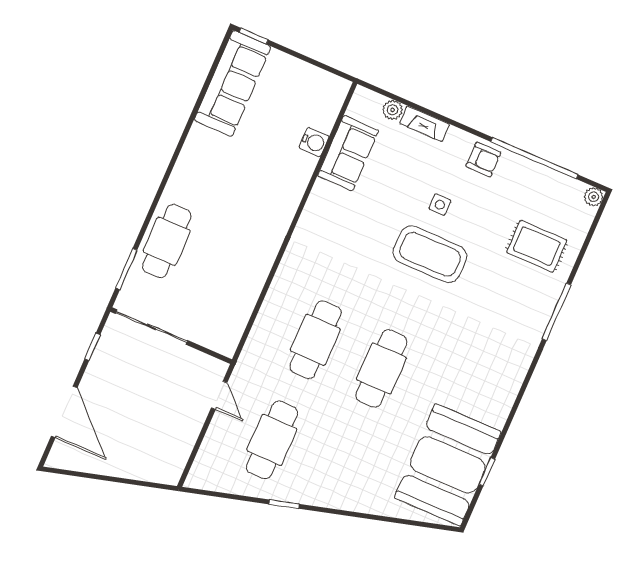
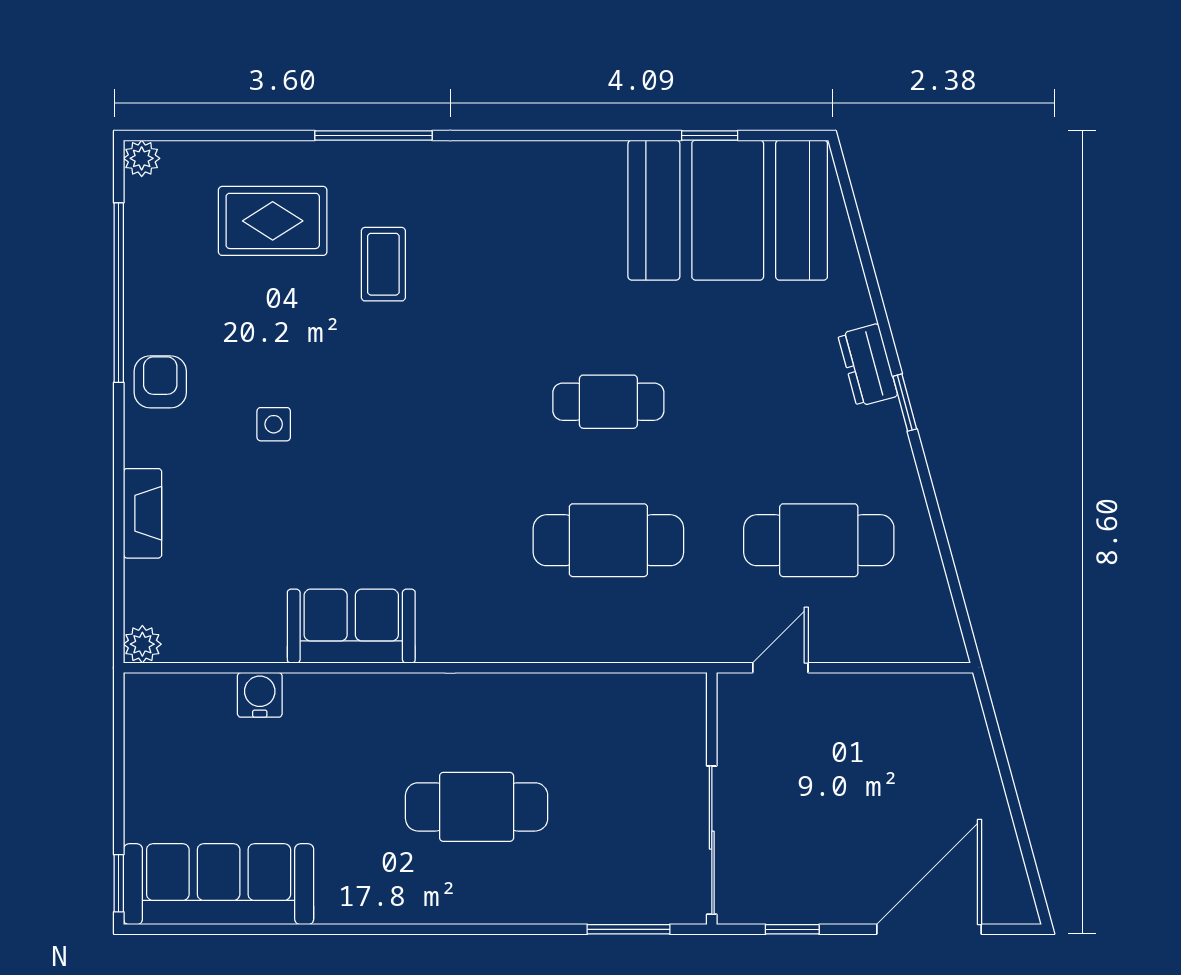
plant: (393, 110) -> (142, 644), moved
sofa: (348, 153) -> (351, 626), moved
cafe table: (167, 241) -> (477, 807), moved
rug: (537, 246) -> (273, 221), turned 90
coffee table: (430, 254) -> (383, 264), moved, width x0.54, depth x0.58
cafe table: (381, 368) -> (608, 402), width x0.73, depth x0.74
dresser: (345, 499) -> (868, 365), added
window: (284, 504) -> (905, 403), moved

